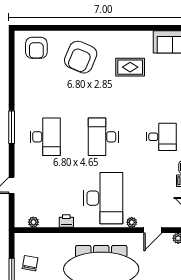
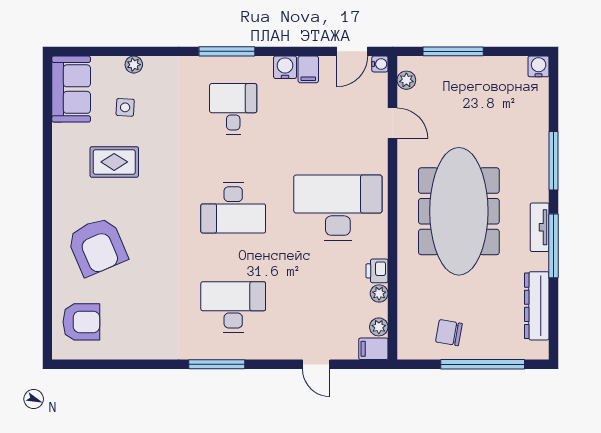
armchair: (81, 57) -> (97, 246), turned 44
rug: (130, 67) -> (114, 162), turned 90
side table: (162, 73) -> (125, 107), added
filing cabinet: (21, 219) -> (373, 349), added
plant: (132, 222) -> (379, 293), moved

